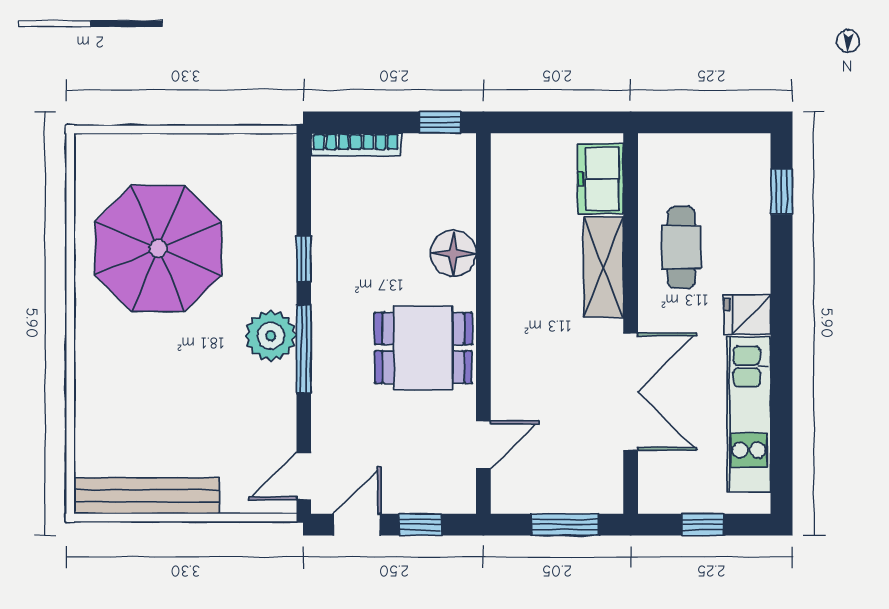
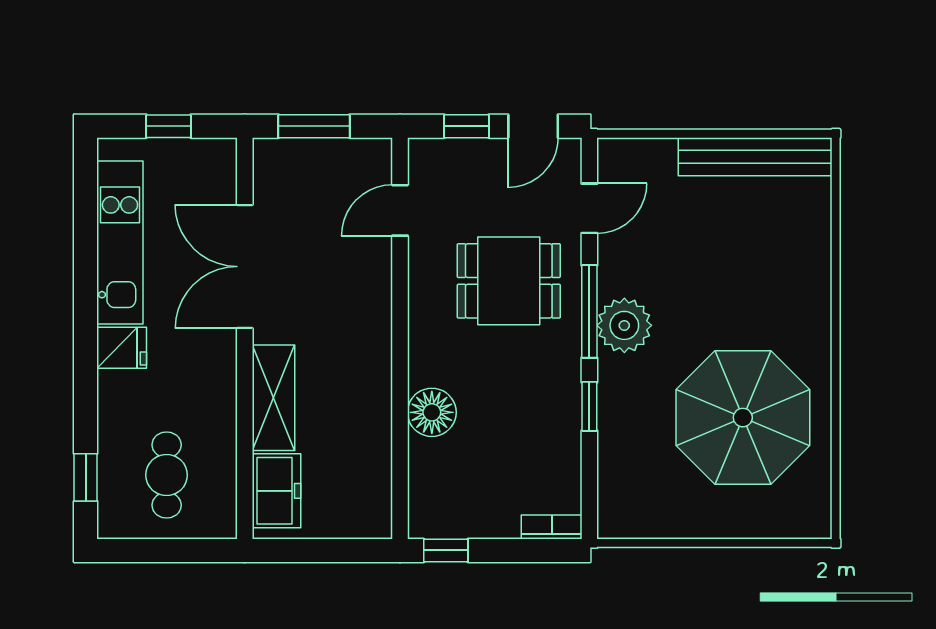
bookcase: (356, 145) -> (552, 527), width x0.64
cafe table: (681, 247) -> (167, 475), moved
dining table: (423, 348) -> (509, 281), moved
door: (304, 476) -> (589, 208), moved

